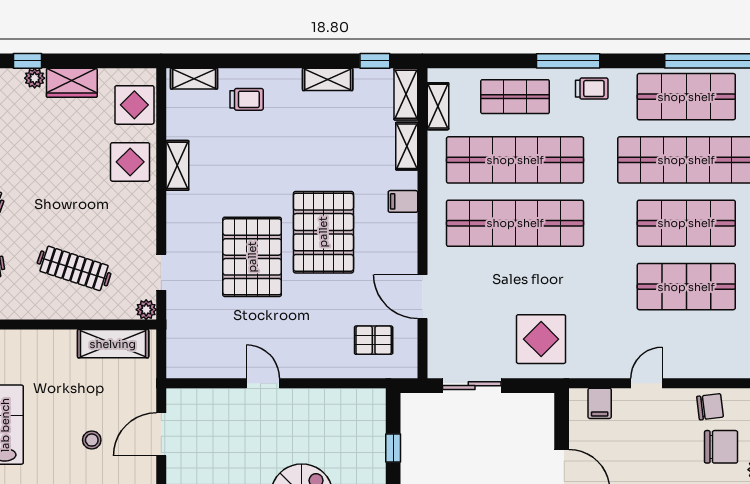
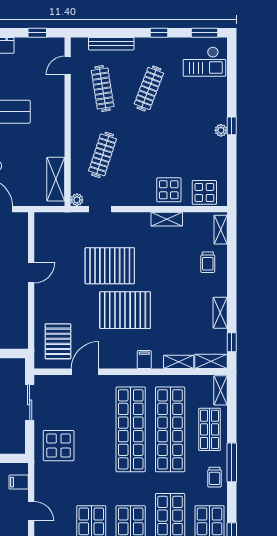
wardrobe: (72, 83) -> (218, 153), removed
shelving: (438, 106) -> (221, 390), moved, turned 90
pallet: (374, 340) -> (58, 341), width x1.50, depth x1.42

